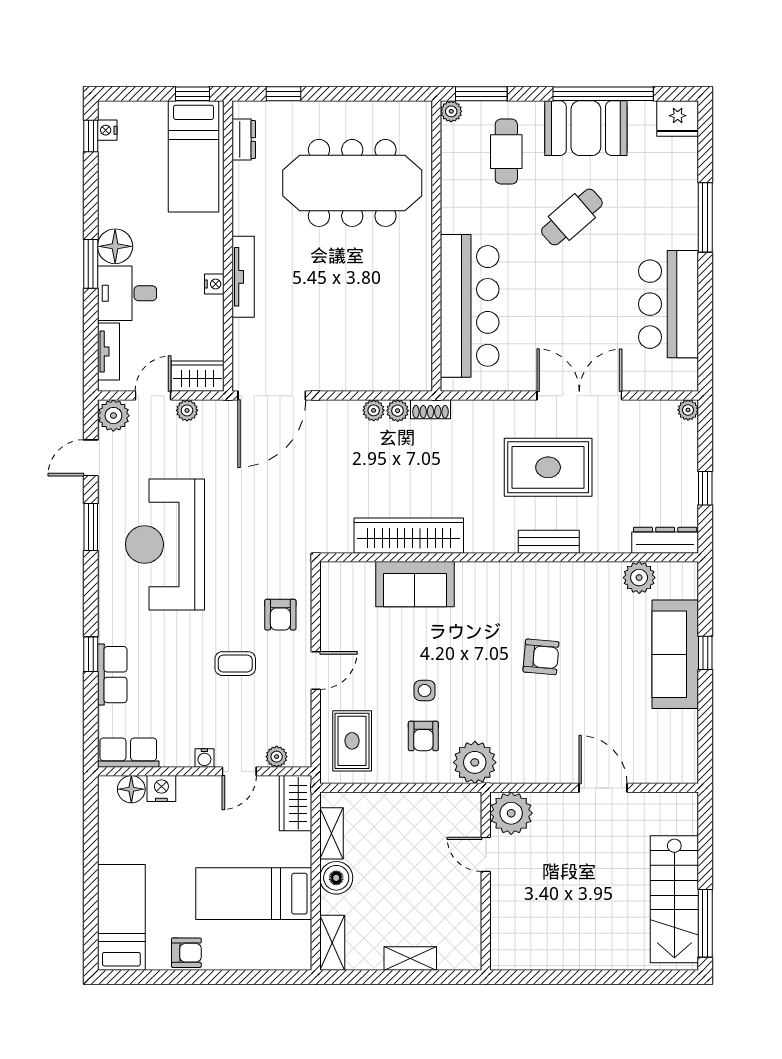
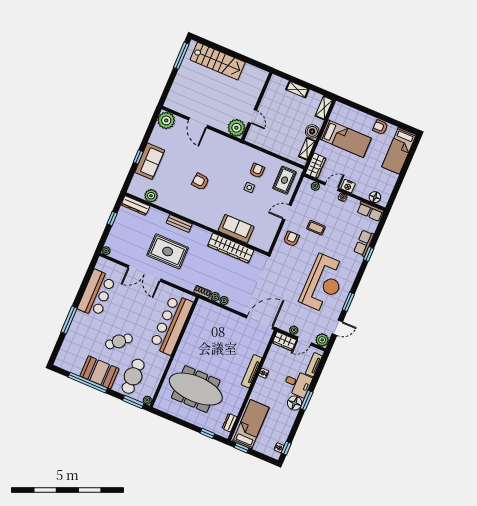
fridge: (678, 118) -> (64, 361), removed
cafe table: (506, 152) -> (133, 376), width x1.37, depth x1.35
sofa: (675, 654) -> (150, 161), width x0.73
plant: (475, 762) -> (166, 120), moved
nightstand: (161, 789) -> (348, 186), moved
stairs: (674, 899) -> (218, 61), moved, turned 90

